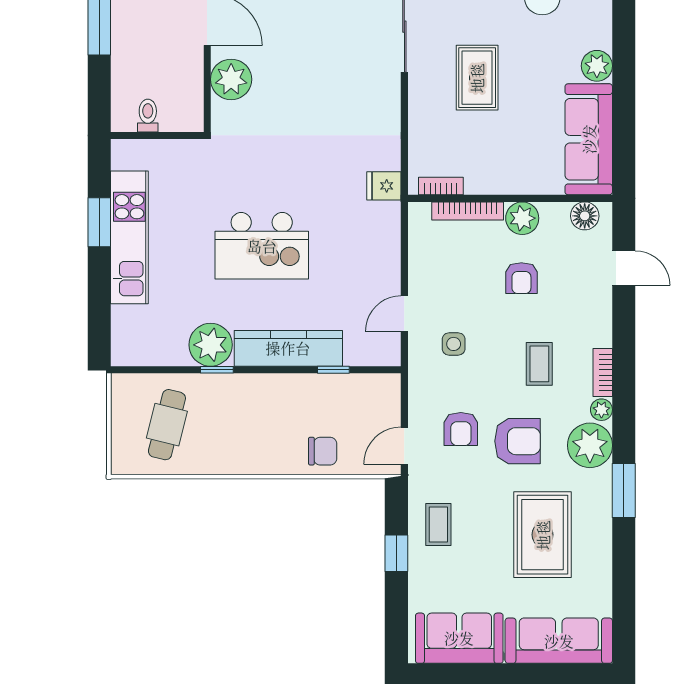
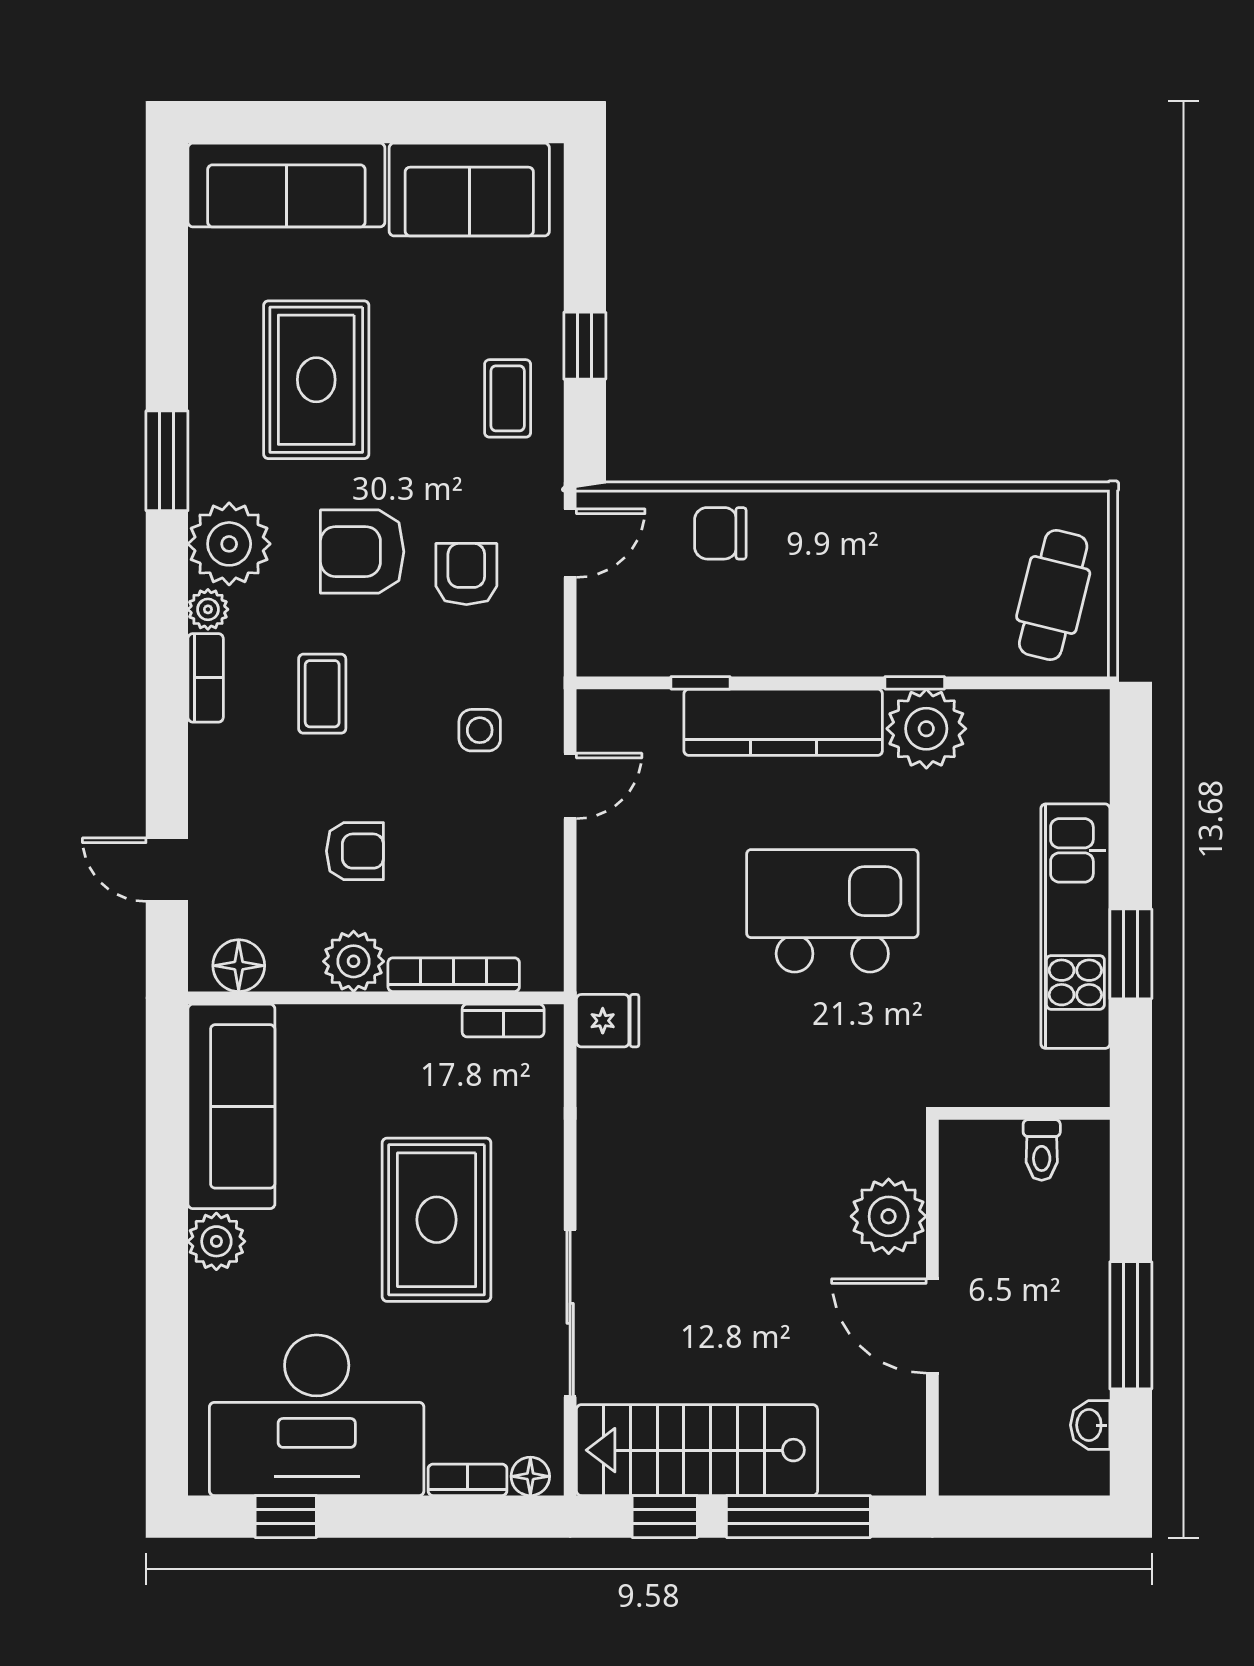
rug: (477, 78) -> (437, 1220), width x1.36, depth x1.43
armchair: (521, 278) -> (355, 851), turned 90
cafe table: (167, 425) -> (1053, 595), moved

